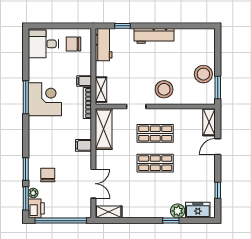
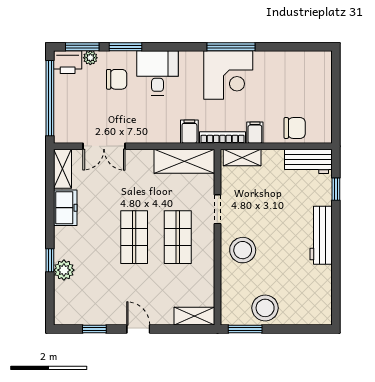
desk: (43, 44) -> (157, 73), moved
chair: (73, 44) -> (295, 128), moved, turned 90
filing cabinet: (83, 145) -> (189, 132), moved
door: (218, 147) -> (138, 329), moved
freezer: (198, 210) -> (65, 208), moved

